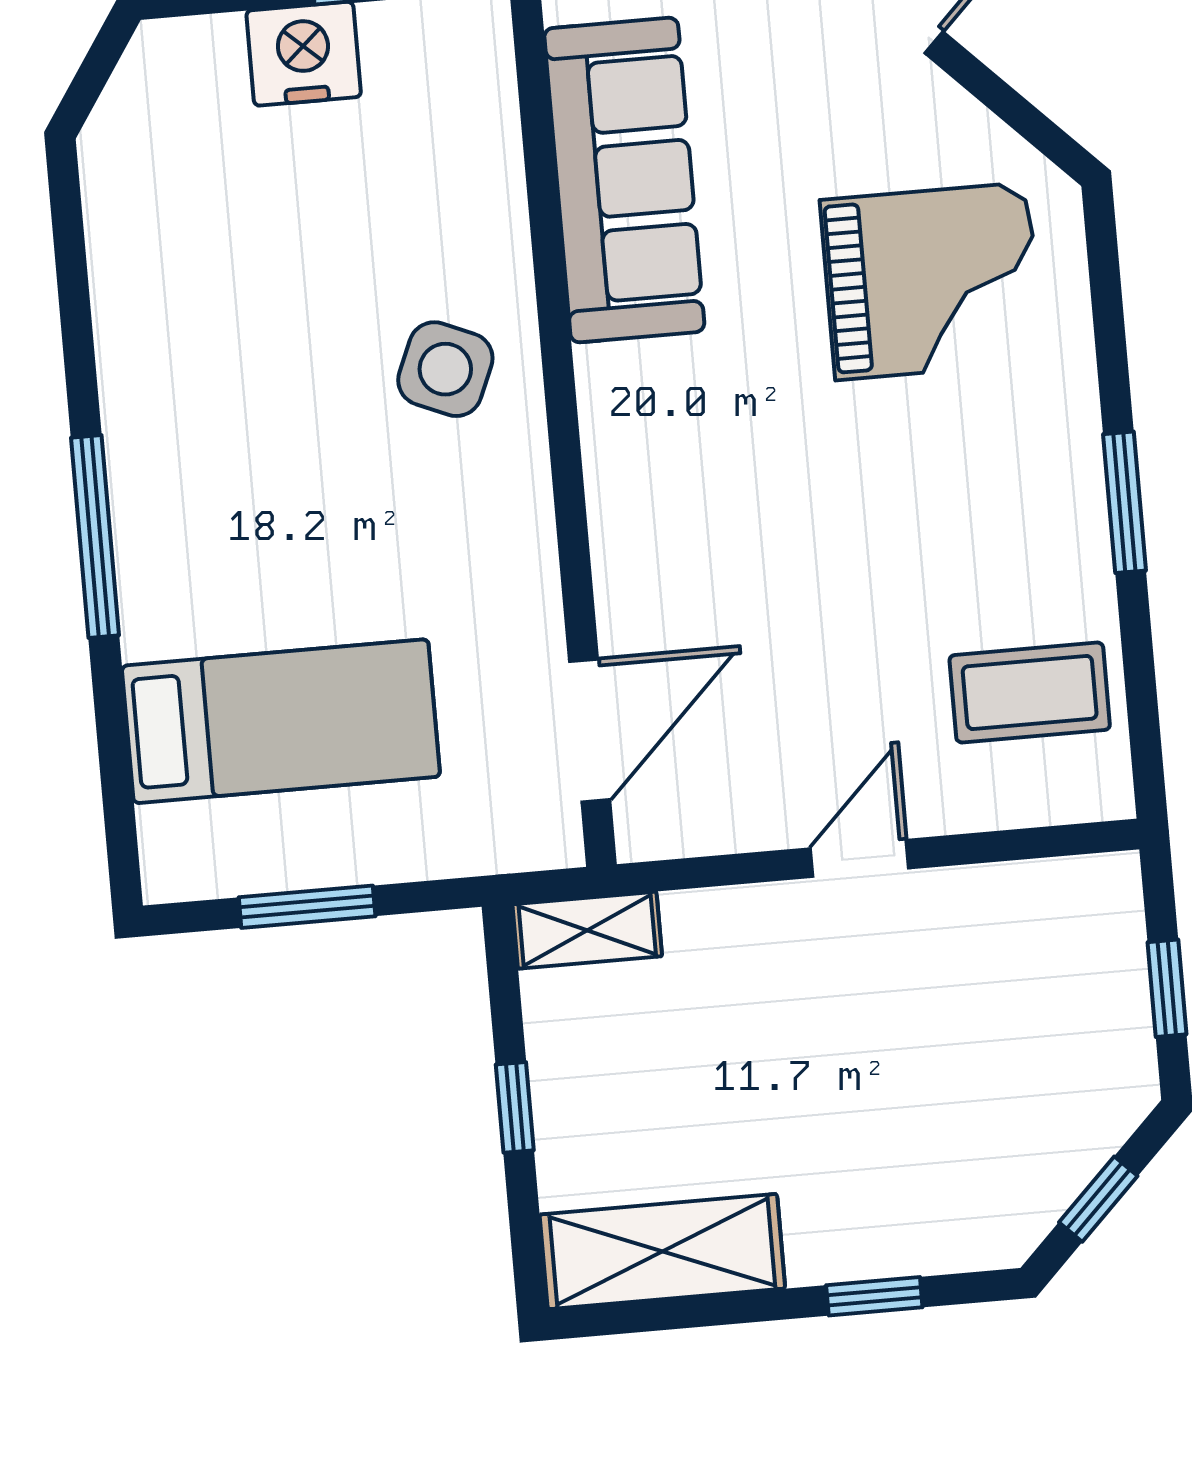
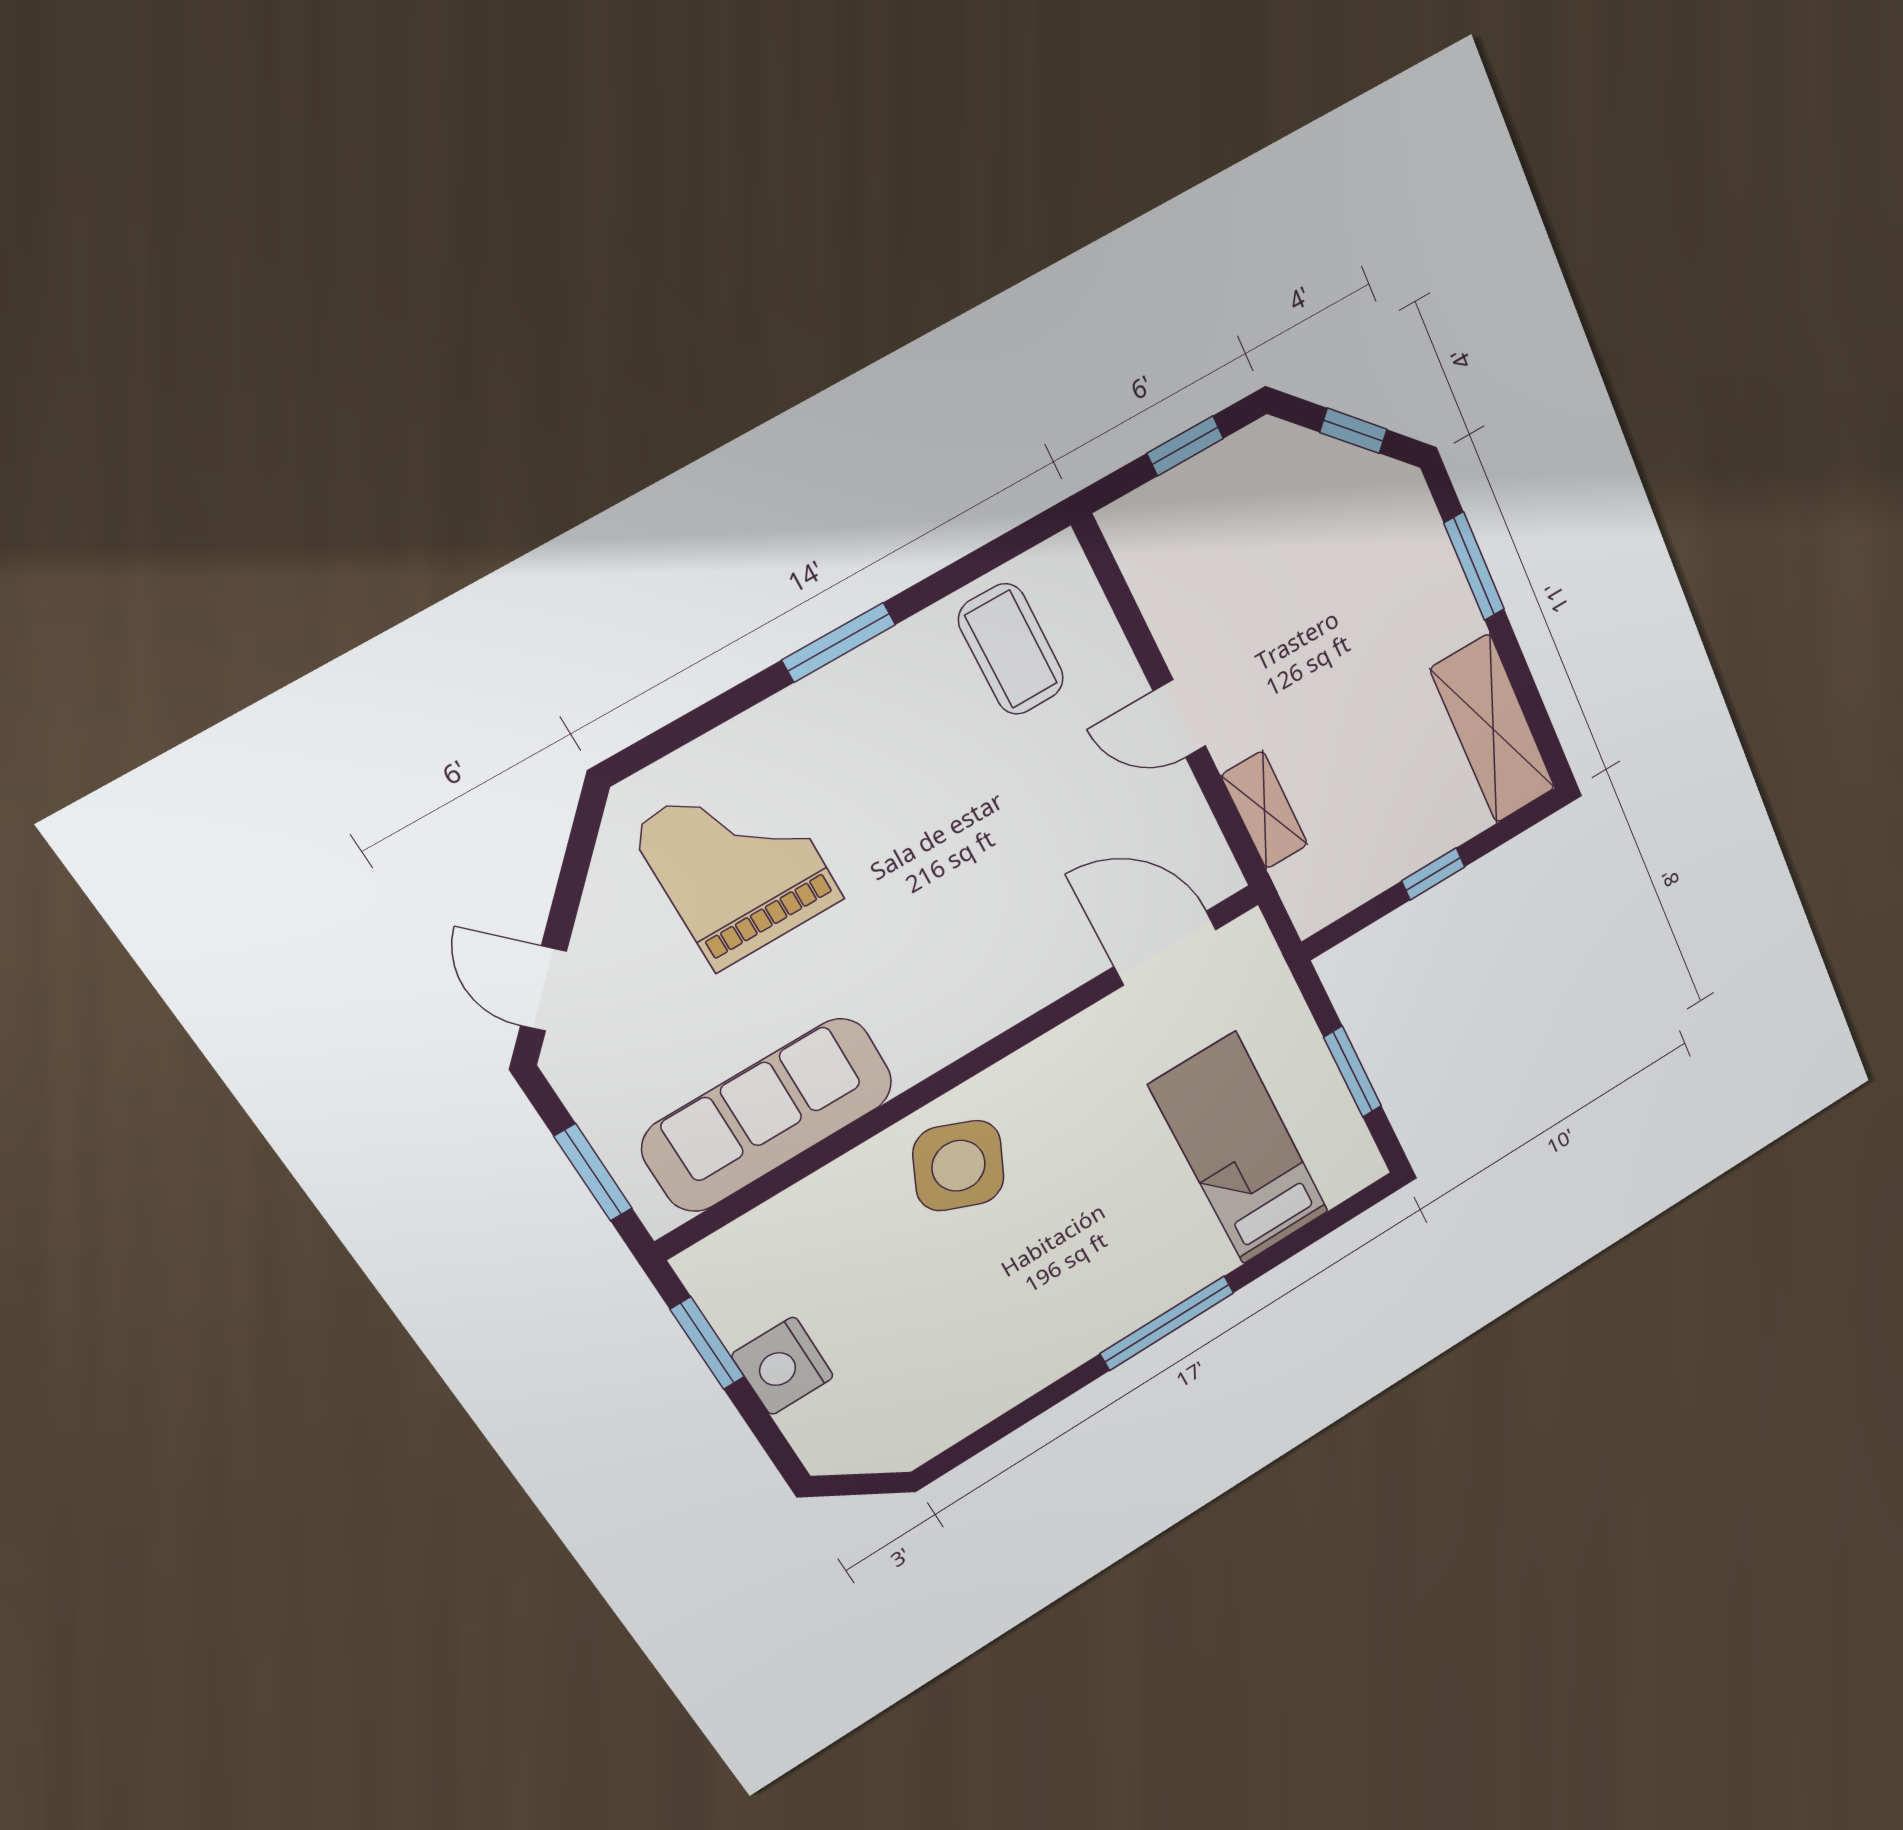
side table: (445, 369) -> (958, 1166), width x1.37, depth x1.37
shelving: (587, 930) -> (1265, 810), moved
window: (874, 1296) -> (1474, 566), width x1.50

